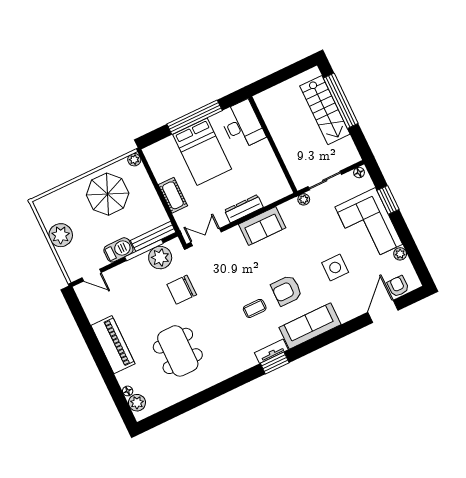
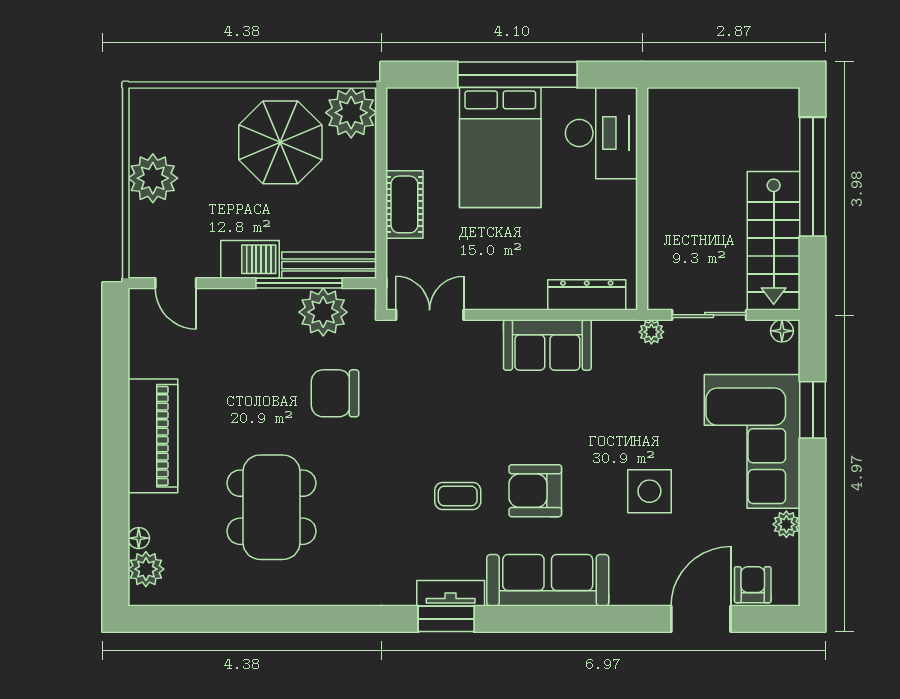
stairs: (325, 110) -> (774, 241), moved
plant: (134, 160) -> (351, 113), width x1.87, depth x1.87
dresser: (244, 209) -> (587, 295), moved

